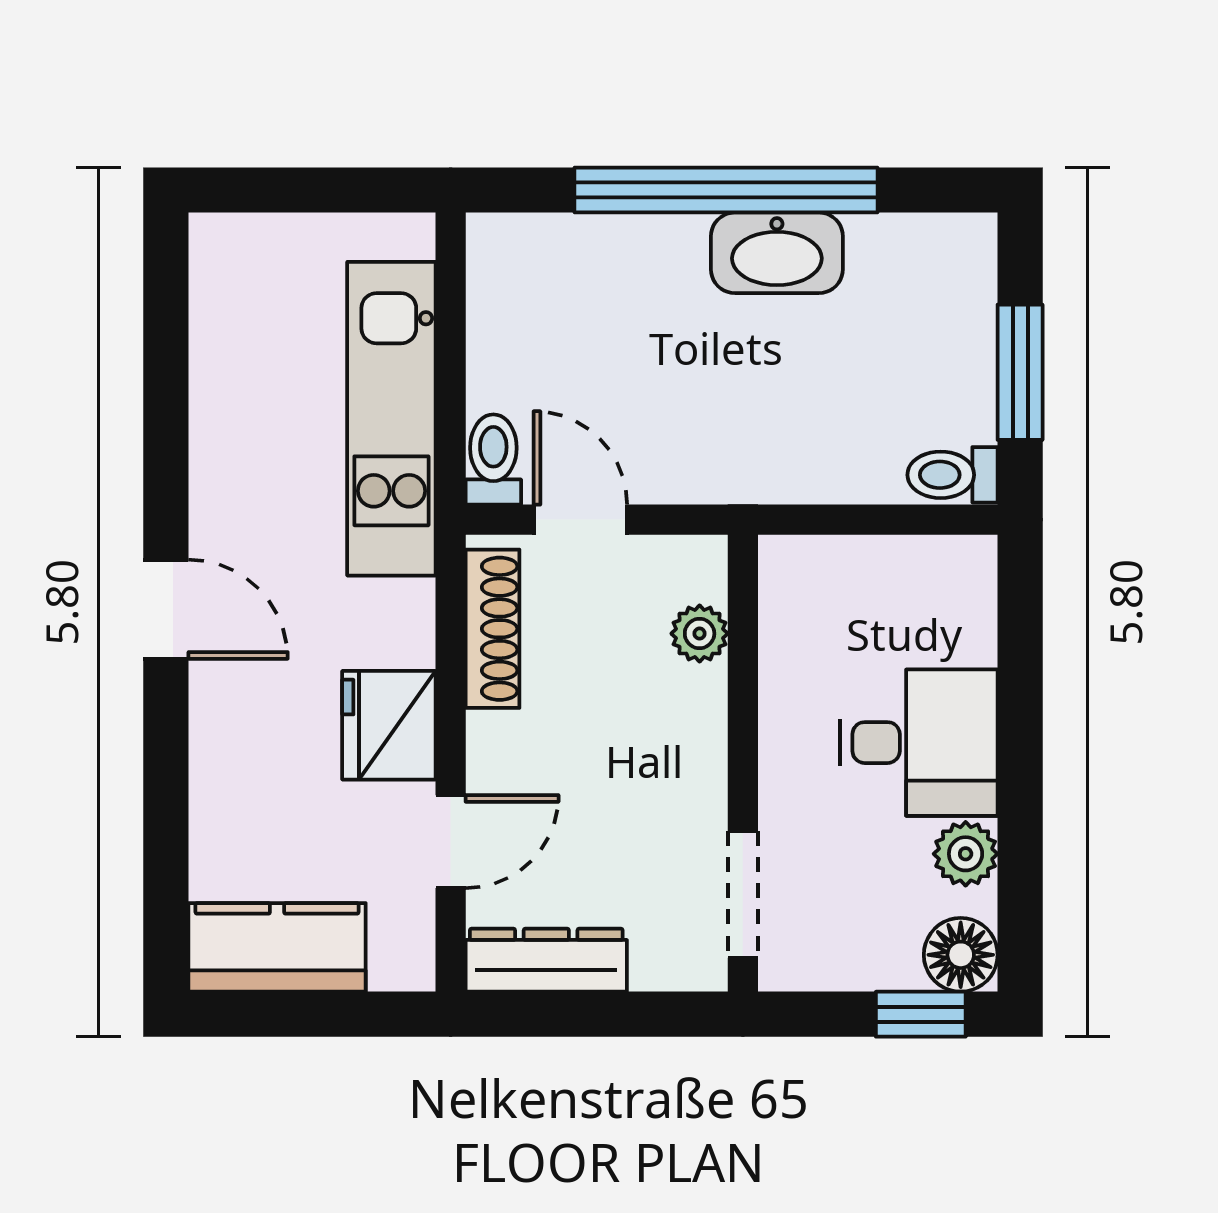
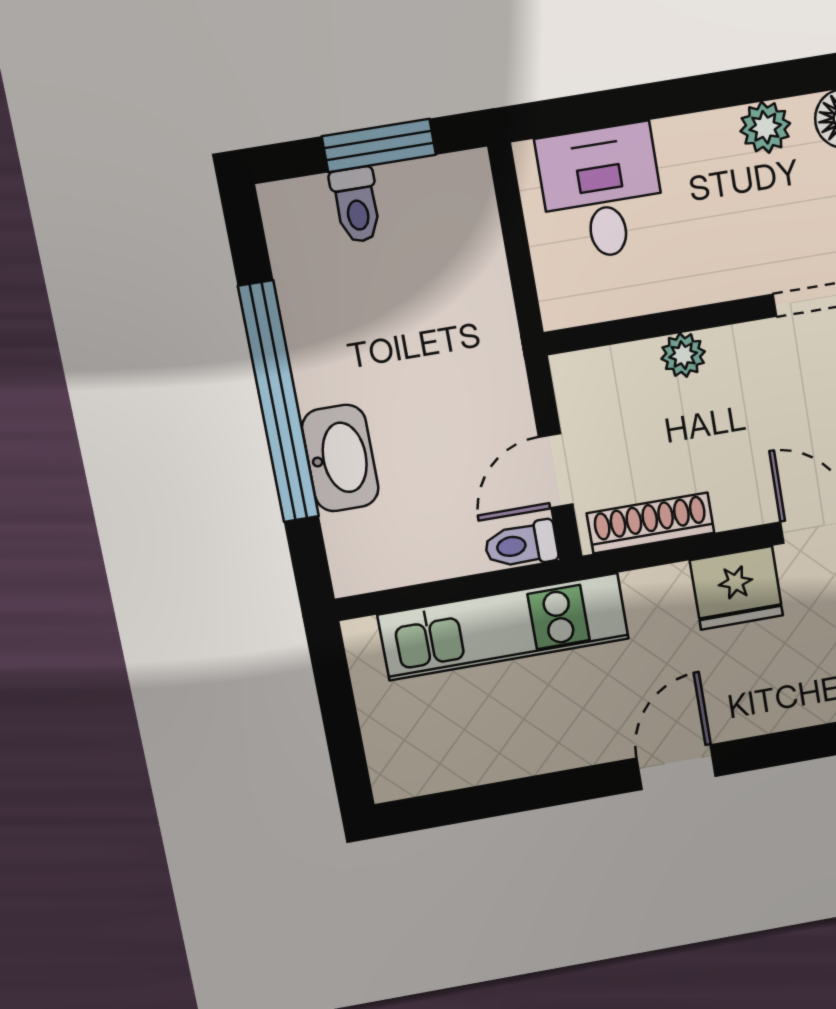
washbasin: (777, 253) -> (340, 458), moved
toilet: (952, 475) -> (356, 205), moved
plant: (700, 634) -> (683, 355), moved
desk: (919, 743) -> (602, 192), moved

